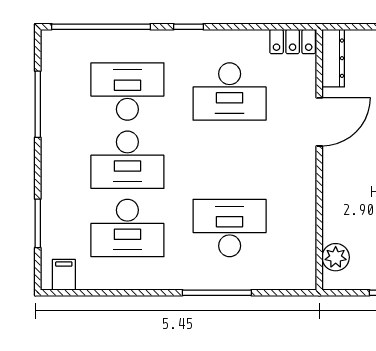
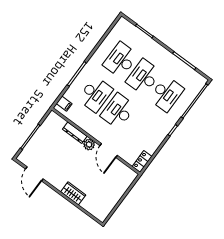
dresser: (333, 58) -> (75, 133), moved
desk: (230, 92) -> (118, 111), moved
plant: (336, 257) -> (89, 145), moved
filing cabinet: (64, 275) -> (64, 104), moved

